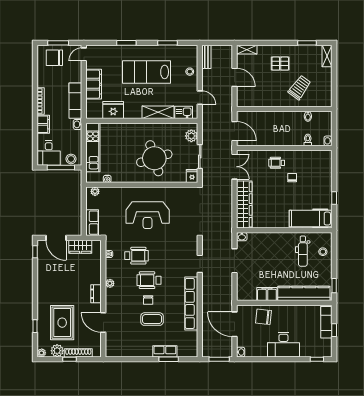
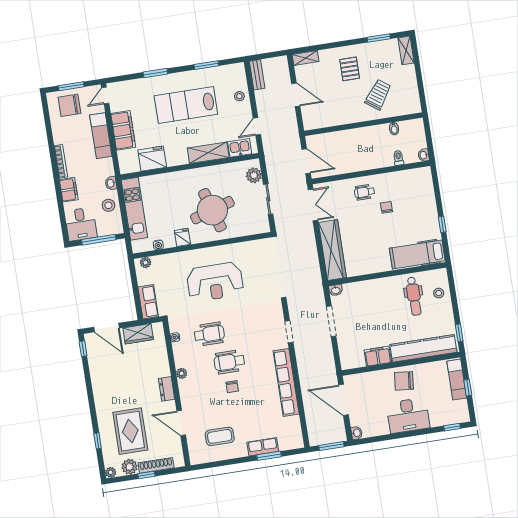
pallet: (280, 64) -> (350, 69), turned 90
door: (200, 98) -> (257, 126), swing flipped
exam couch: (75, 101) -> (101, 136), moved
stool: (71, 159) -> (108, 205), moved
fridge: (192, 176) -> (182, 237), moved
chair: (263, 317) -> (404, 381), moved
coffee table: (152, 319) -> (220, 436), moved

